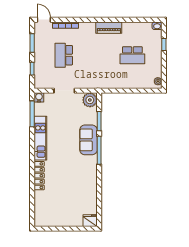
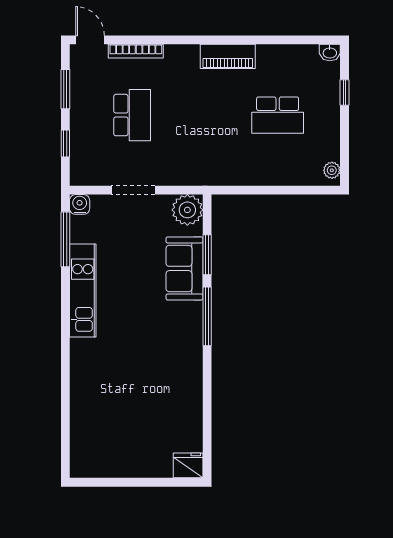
school desk: (64, 55) -> (132, 115), turned 180
sofa: (88, 140) -> (184, 268), moved
locker: (39, 176) -> (80, 370), removed

